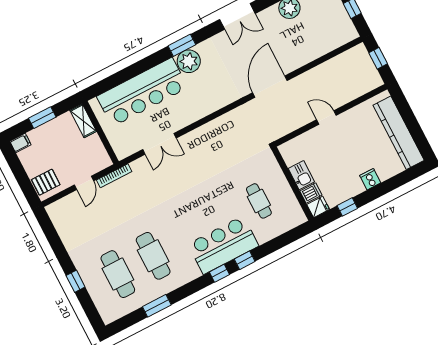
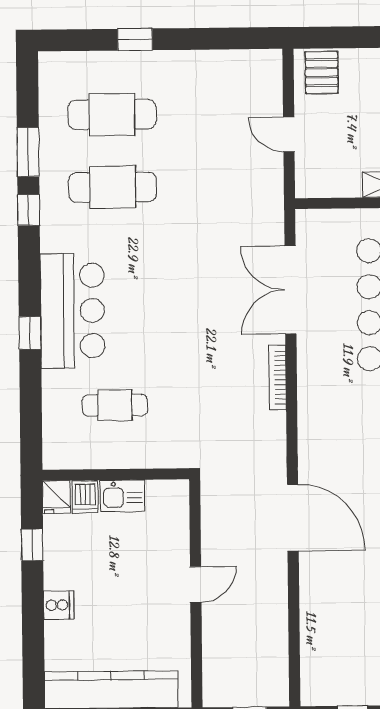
double door: (159, 144) -> (290, 290), width x1.37
bookcase: (114, 176) -> (278, 378), moved
window: (219, 273) -> (29, 210), moved

